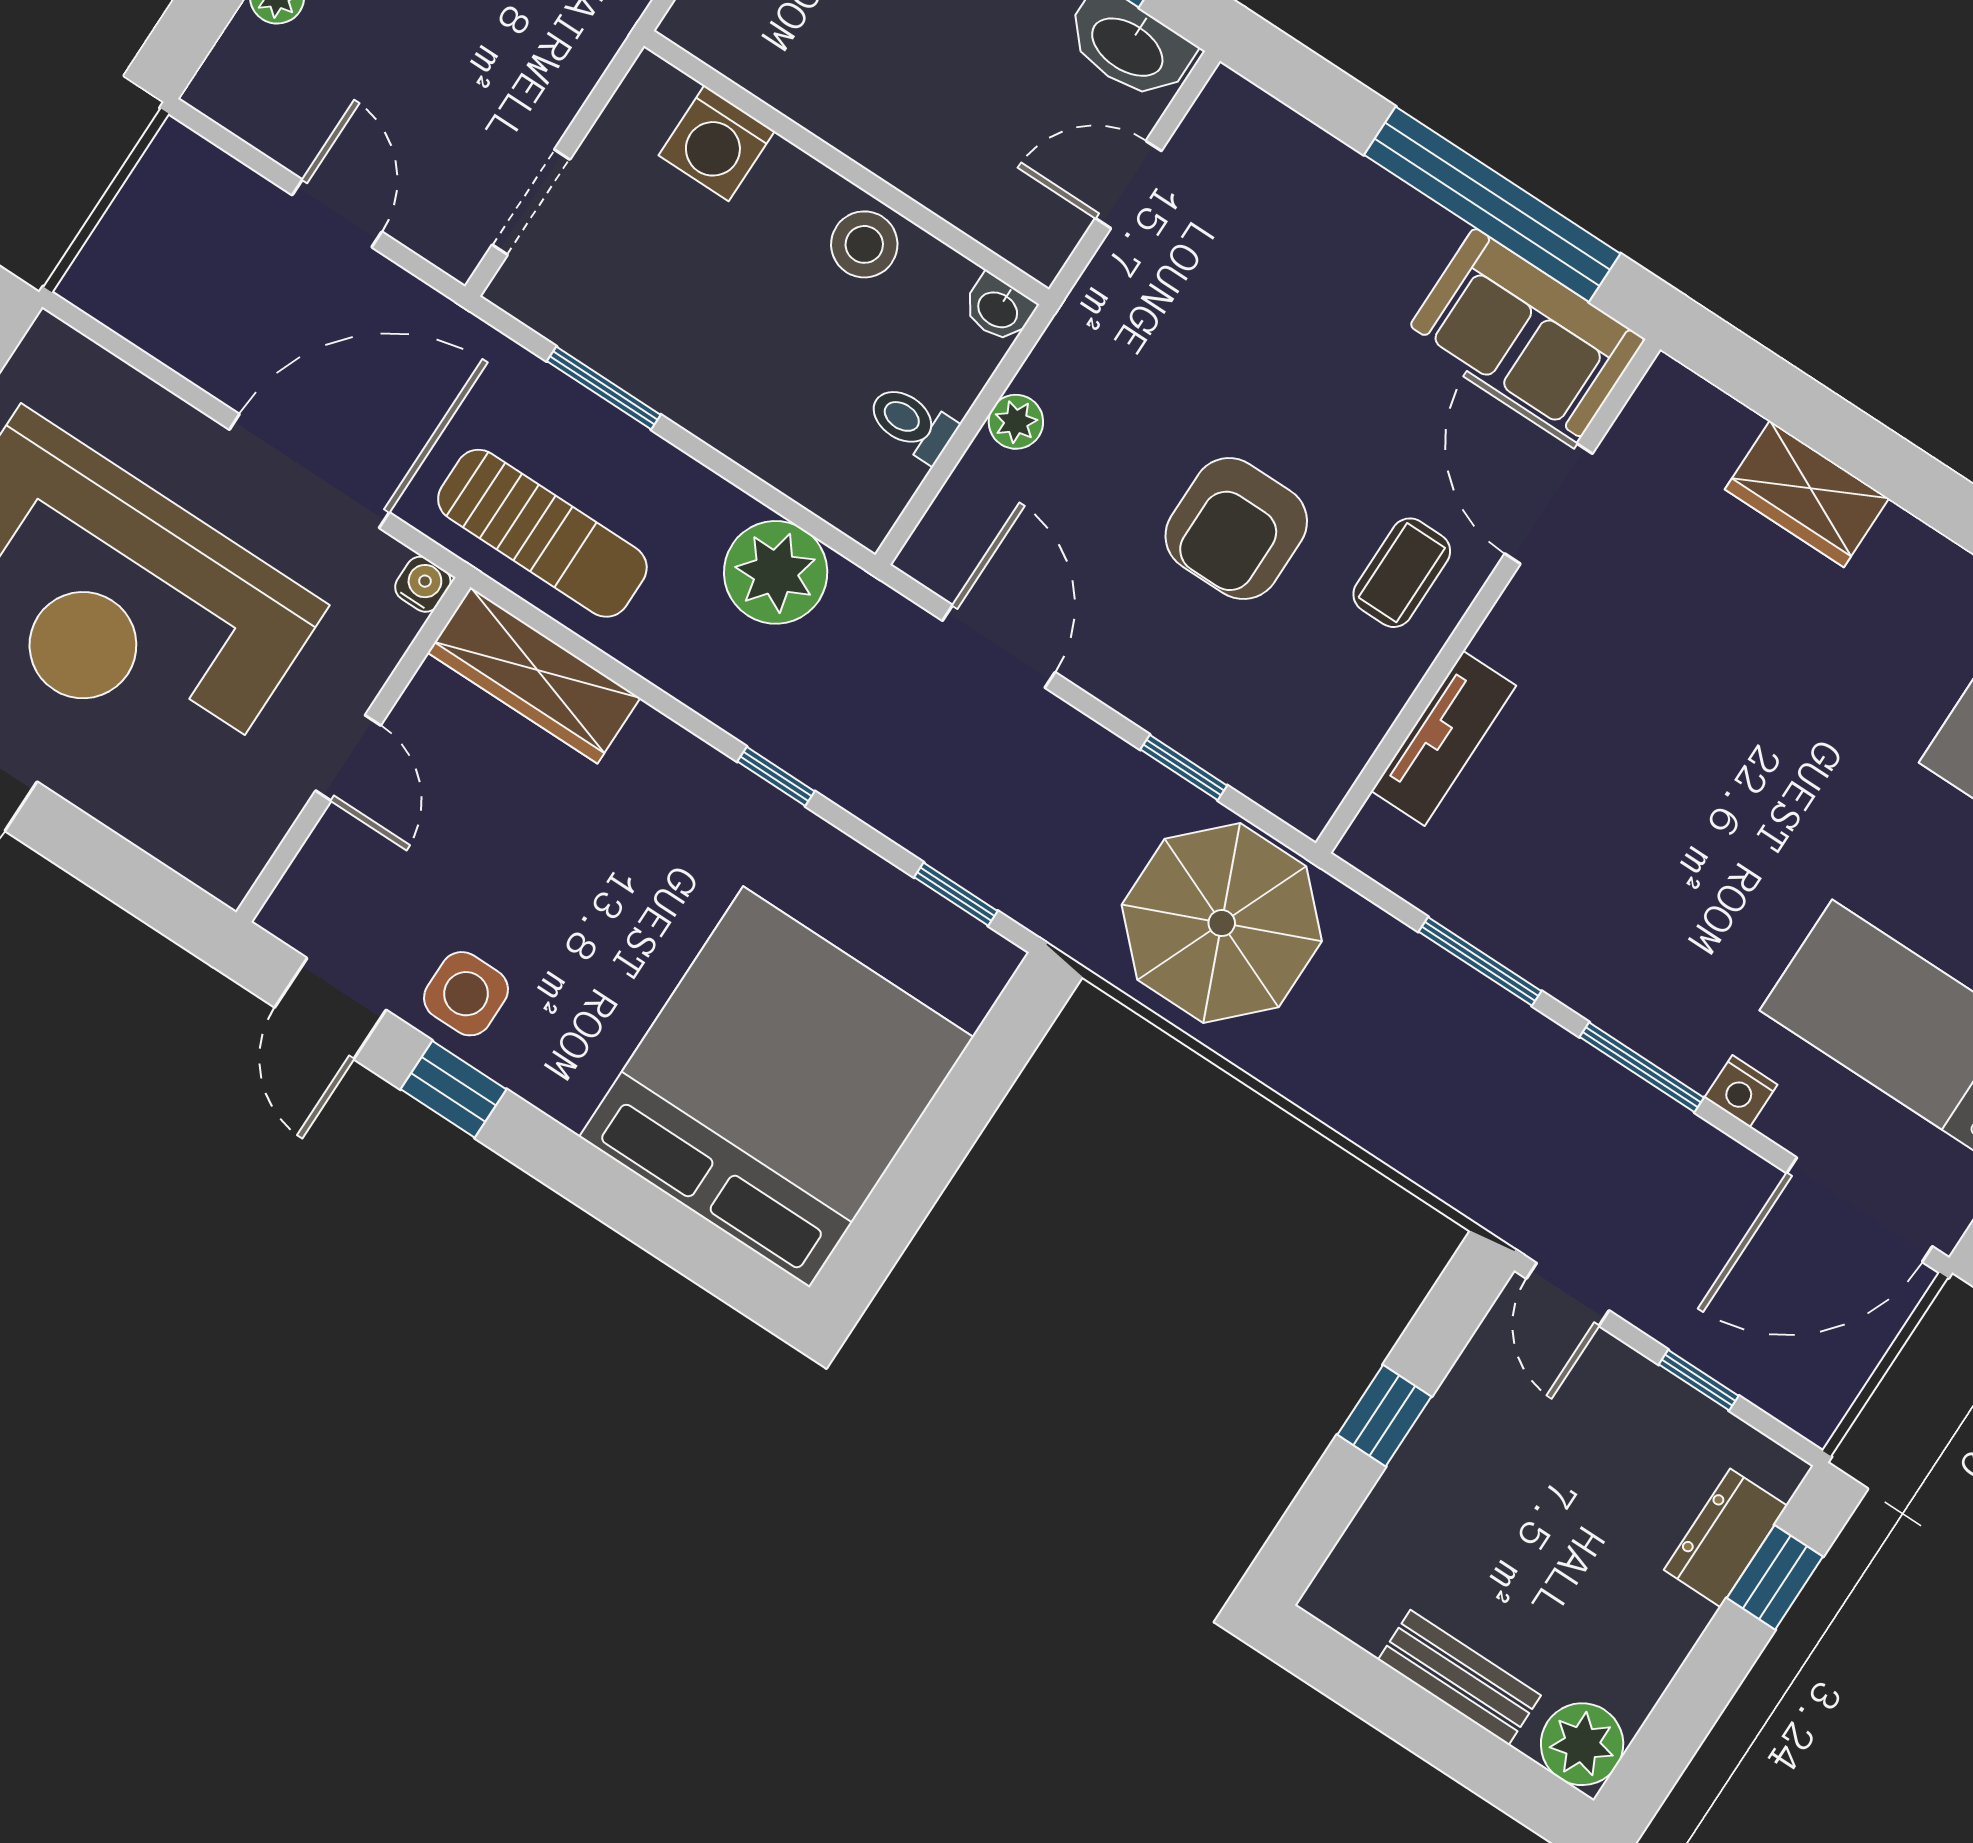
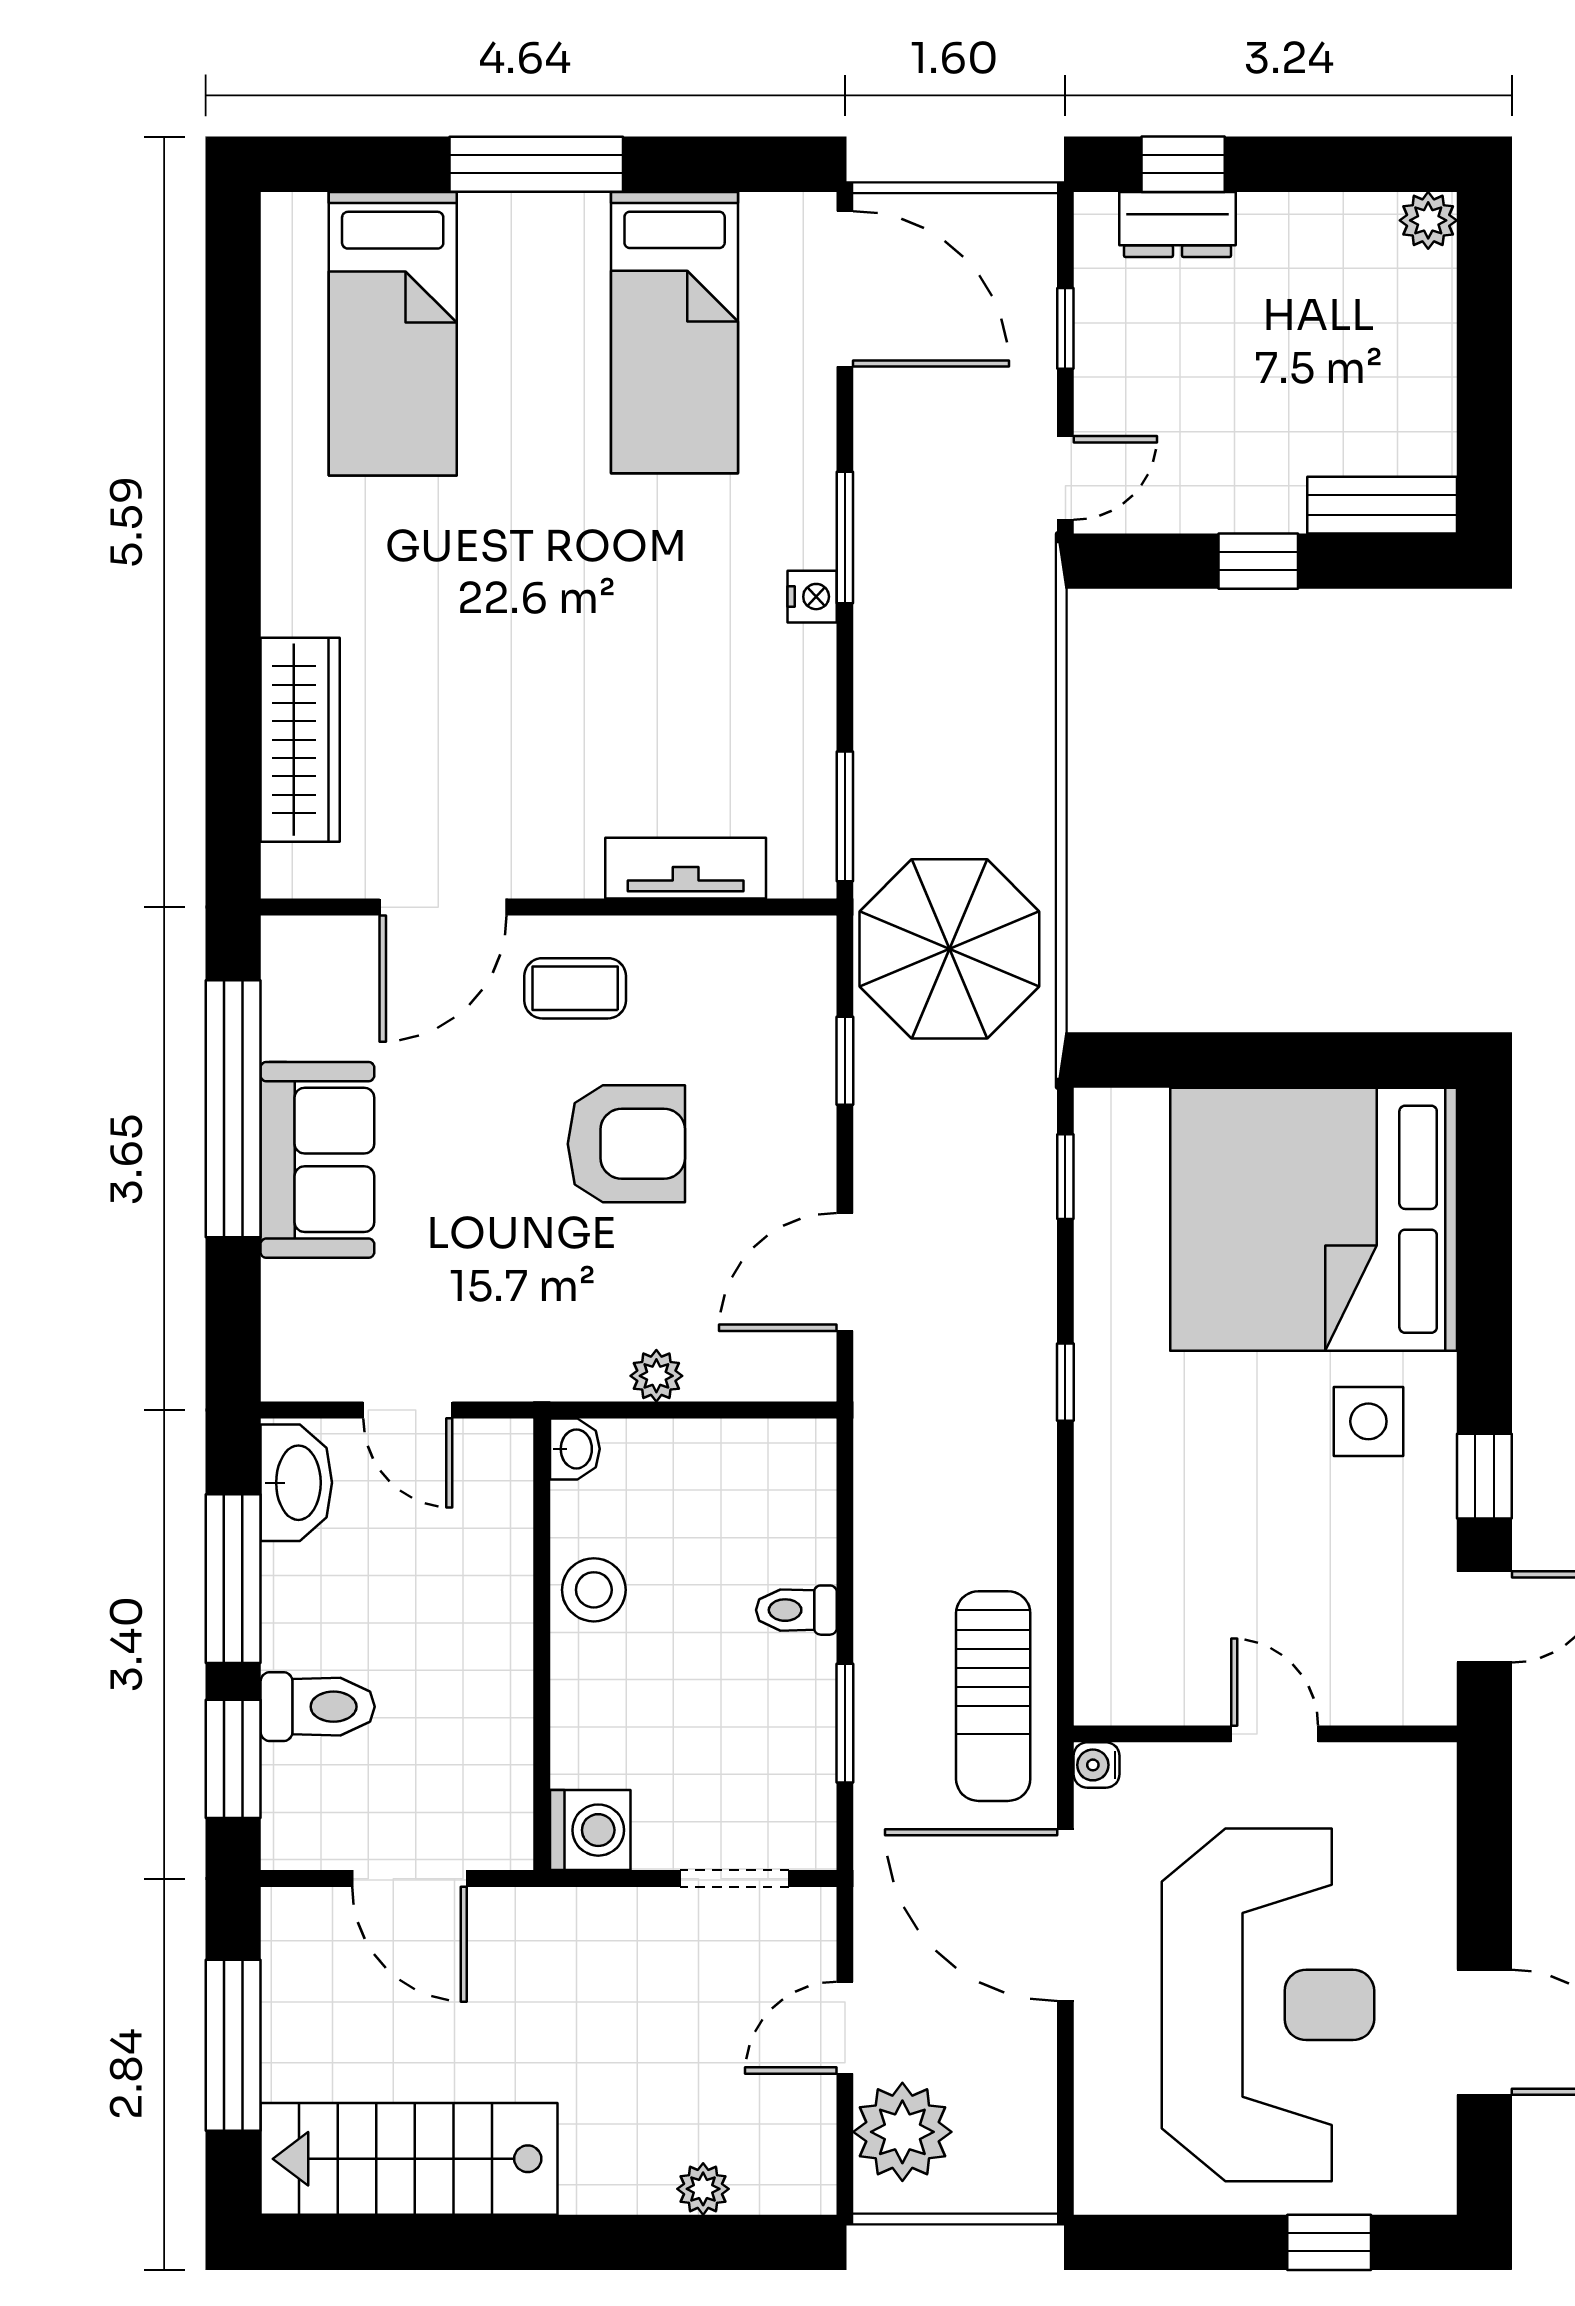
washing machine: (717, 143) -> (590, 1830), moved
sofa: (1527, 333) -> (317, 1160), moved
toilet: (912, 423) -> (796, 1610), moved, turned 90
wardrobe: (1807, 494) -> (300, 740), width x1.50
sun lounger: (542, 533) -> (993, 1696), turned 180
plant: (776, 572) -> (902, 2132), moved
wardrobe: (534, 675) -> (1111, 1629), removed
door: (348, 758) -> (1275, 1734), hinge flipped
window: (1480, 961) -> (845, 816), moved
side table: (466, 994) -> (1368, 1421), moved
nightstand: (1741, 1091) -> (812, 597), moved
bench: (1460, 1677) -> (1382, 505), moved, turned 90
plant: (1582, 1744) -> (1428, 220), width x0.73, depth x0.73

